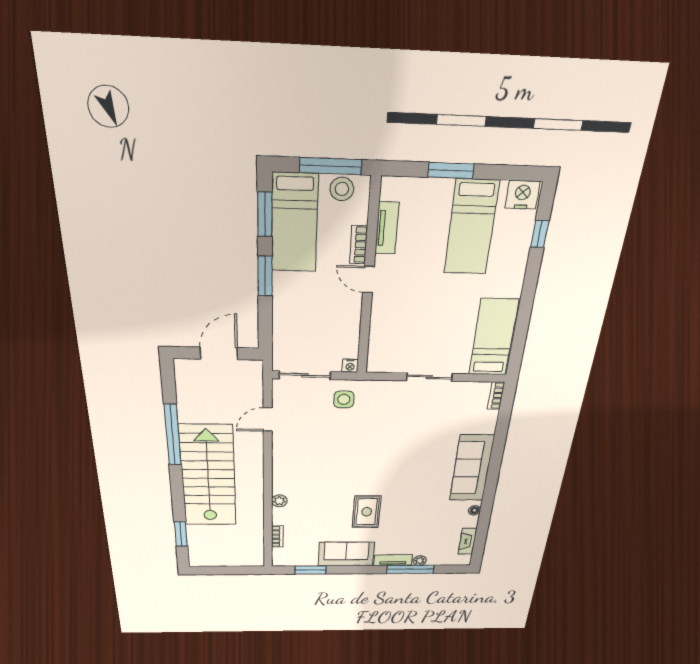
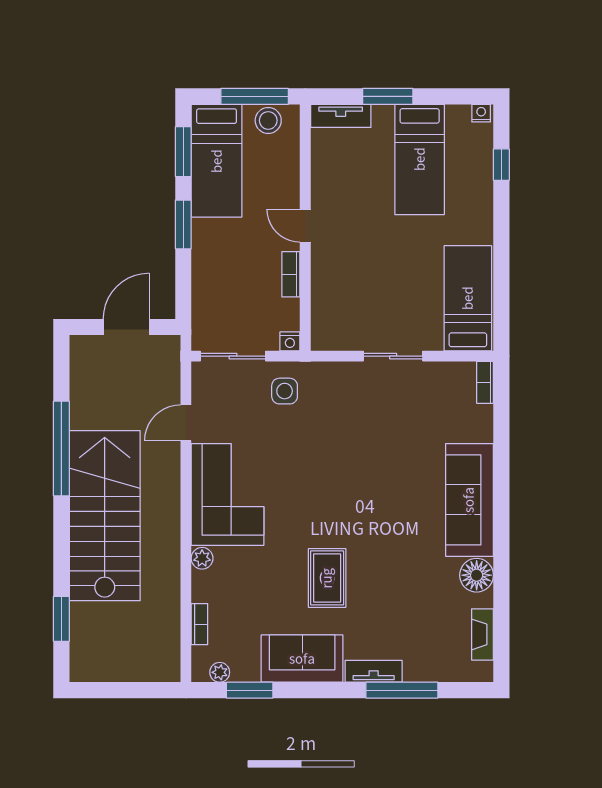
nightstand: (522, 195) -> (481, 113), width x0.53, depth x0.56
tv unit: (387, 228) -> (341, 116), moved, turned 90
bookcase: (359, 245) -> (291, 274), moved
corner sofa: (298, 464) -> (227, 494), added
floor lamp: (475, 510) -> (477, 575), width x1.89, depth x1.89
plant: (420, 561) -> (220, 672), moved

